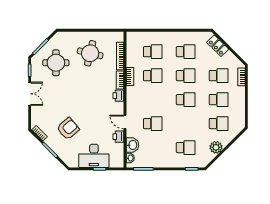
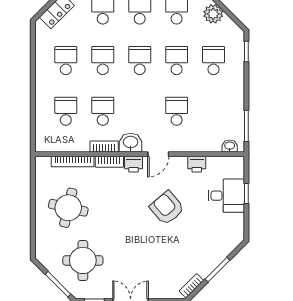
door: (125, 122) -> (158, 154), moved
school desk: (186, 124) -> (177, 61), added
armchair: (68, 129) -> (167, 208), moved
washbasin: (132, 145) -> (131, 143), moved
desk: (94, 156) -> (226, 196), width x0.73

